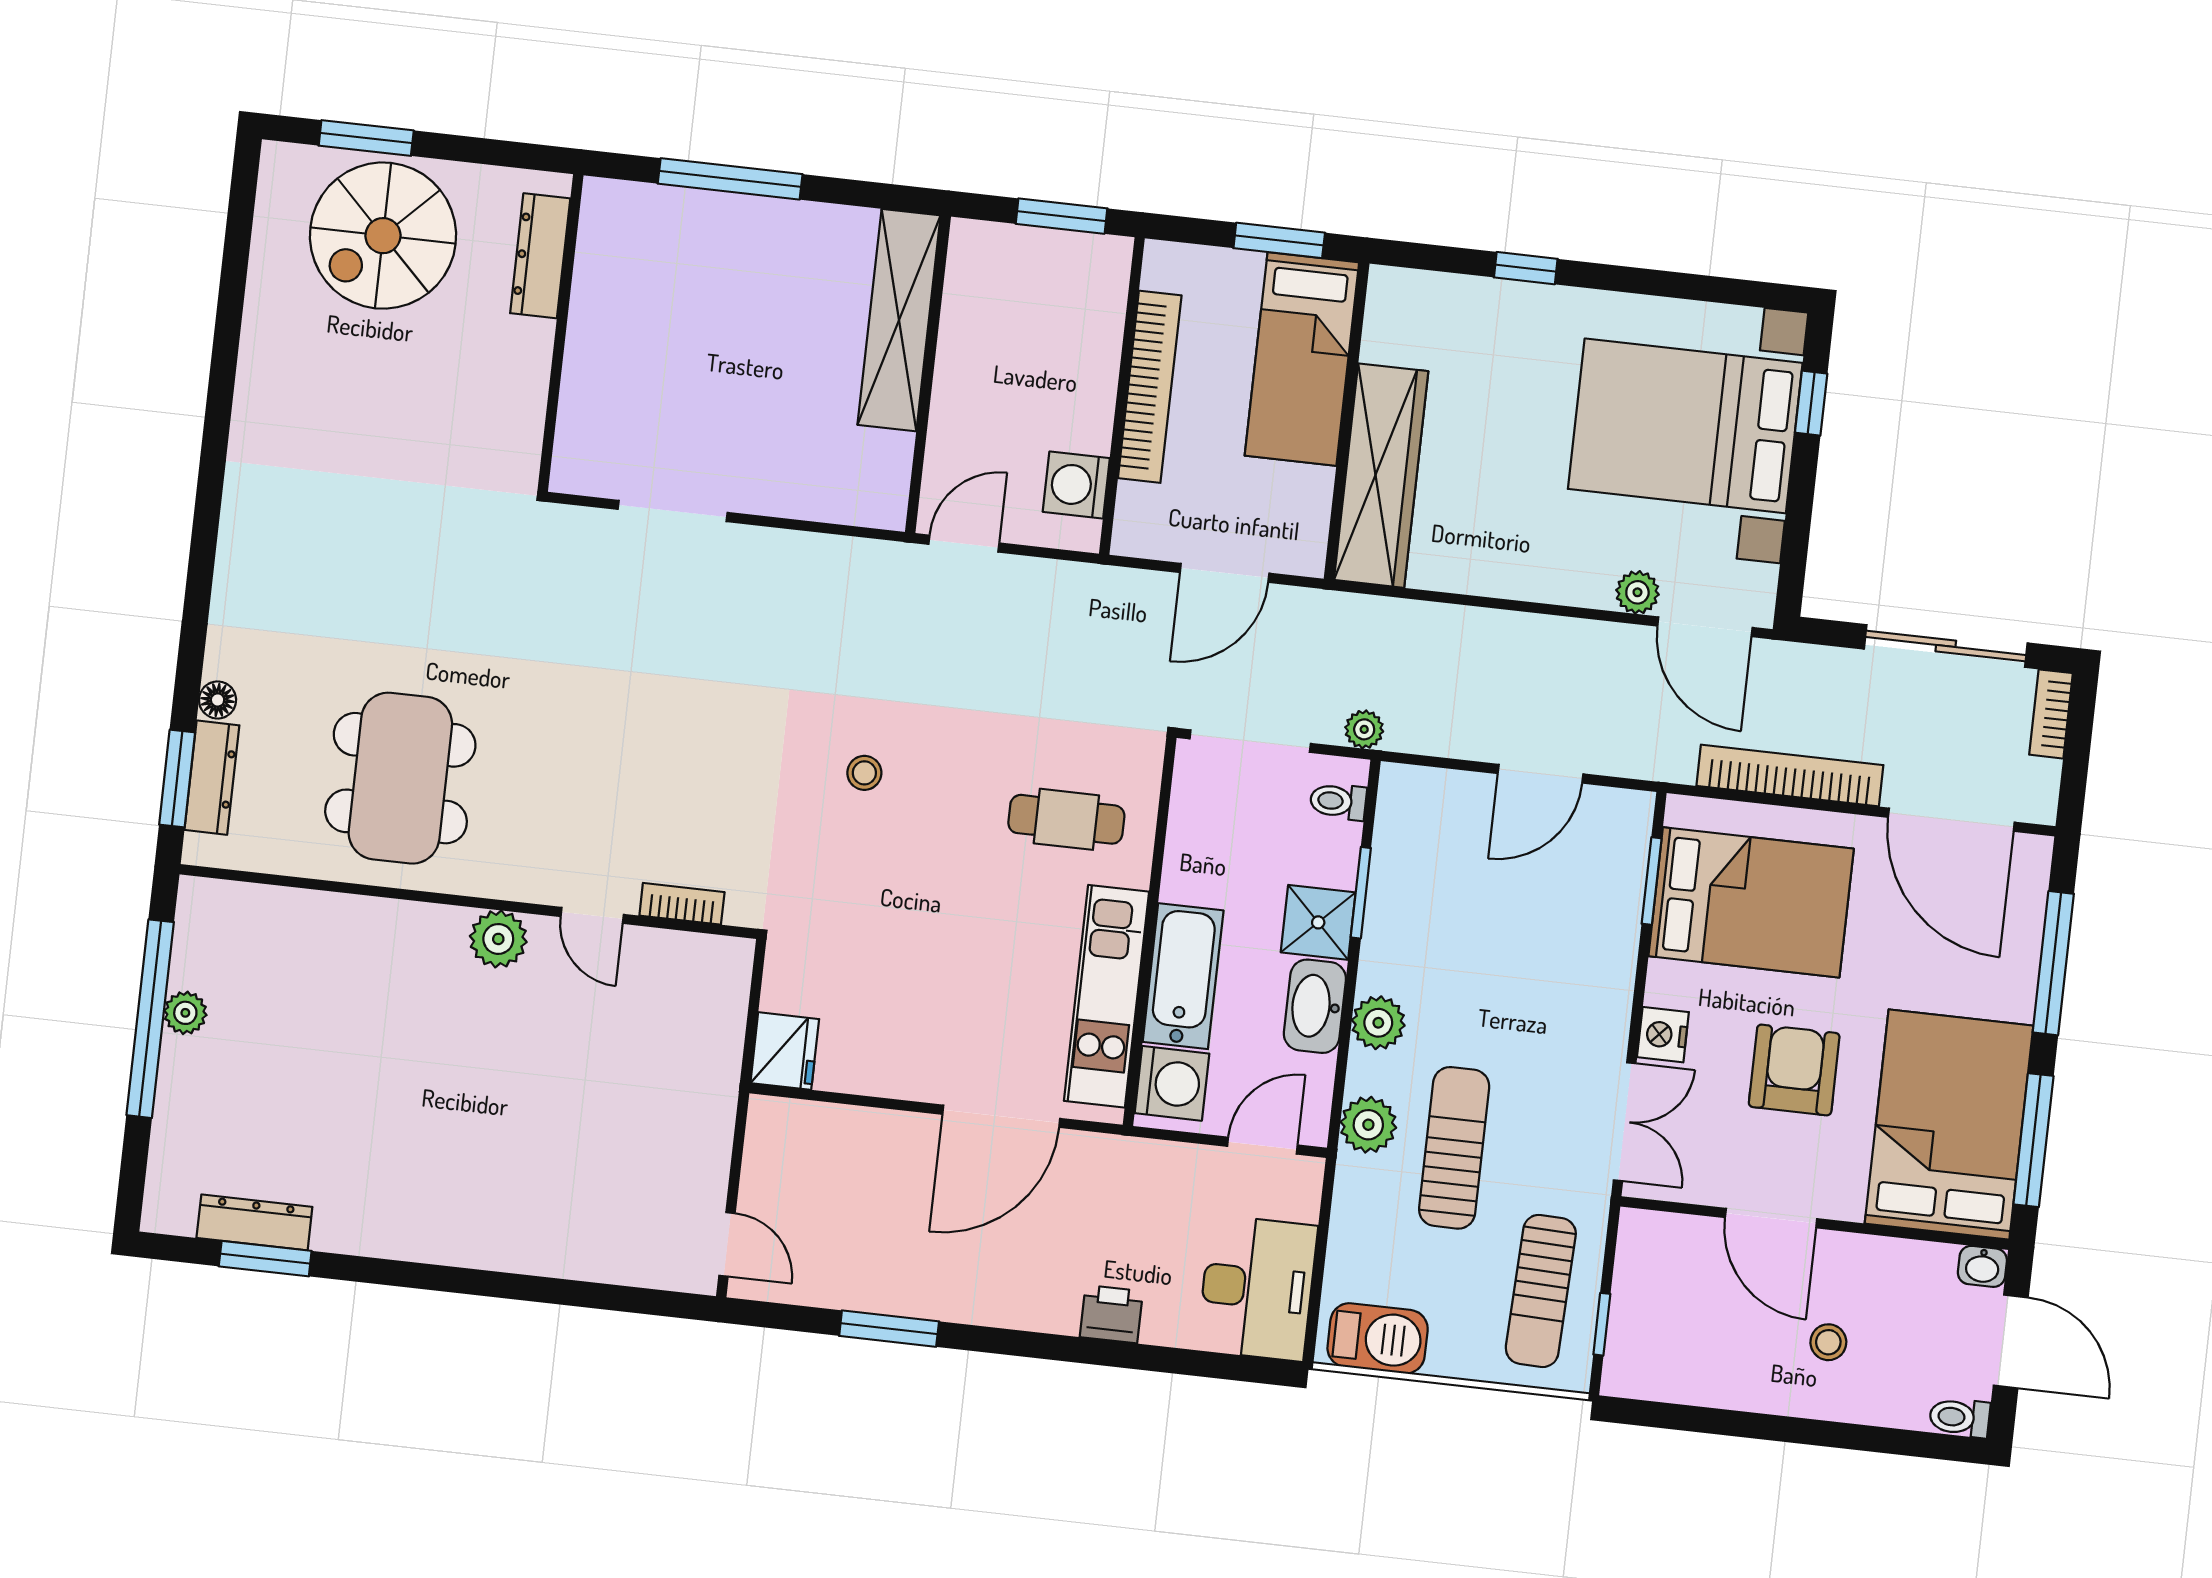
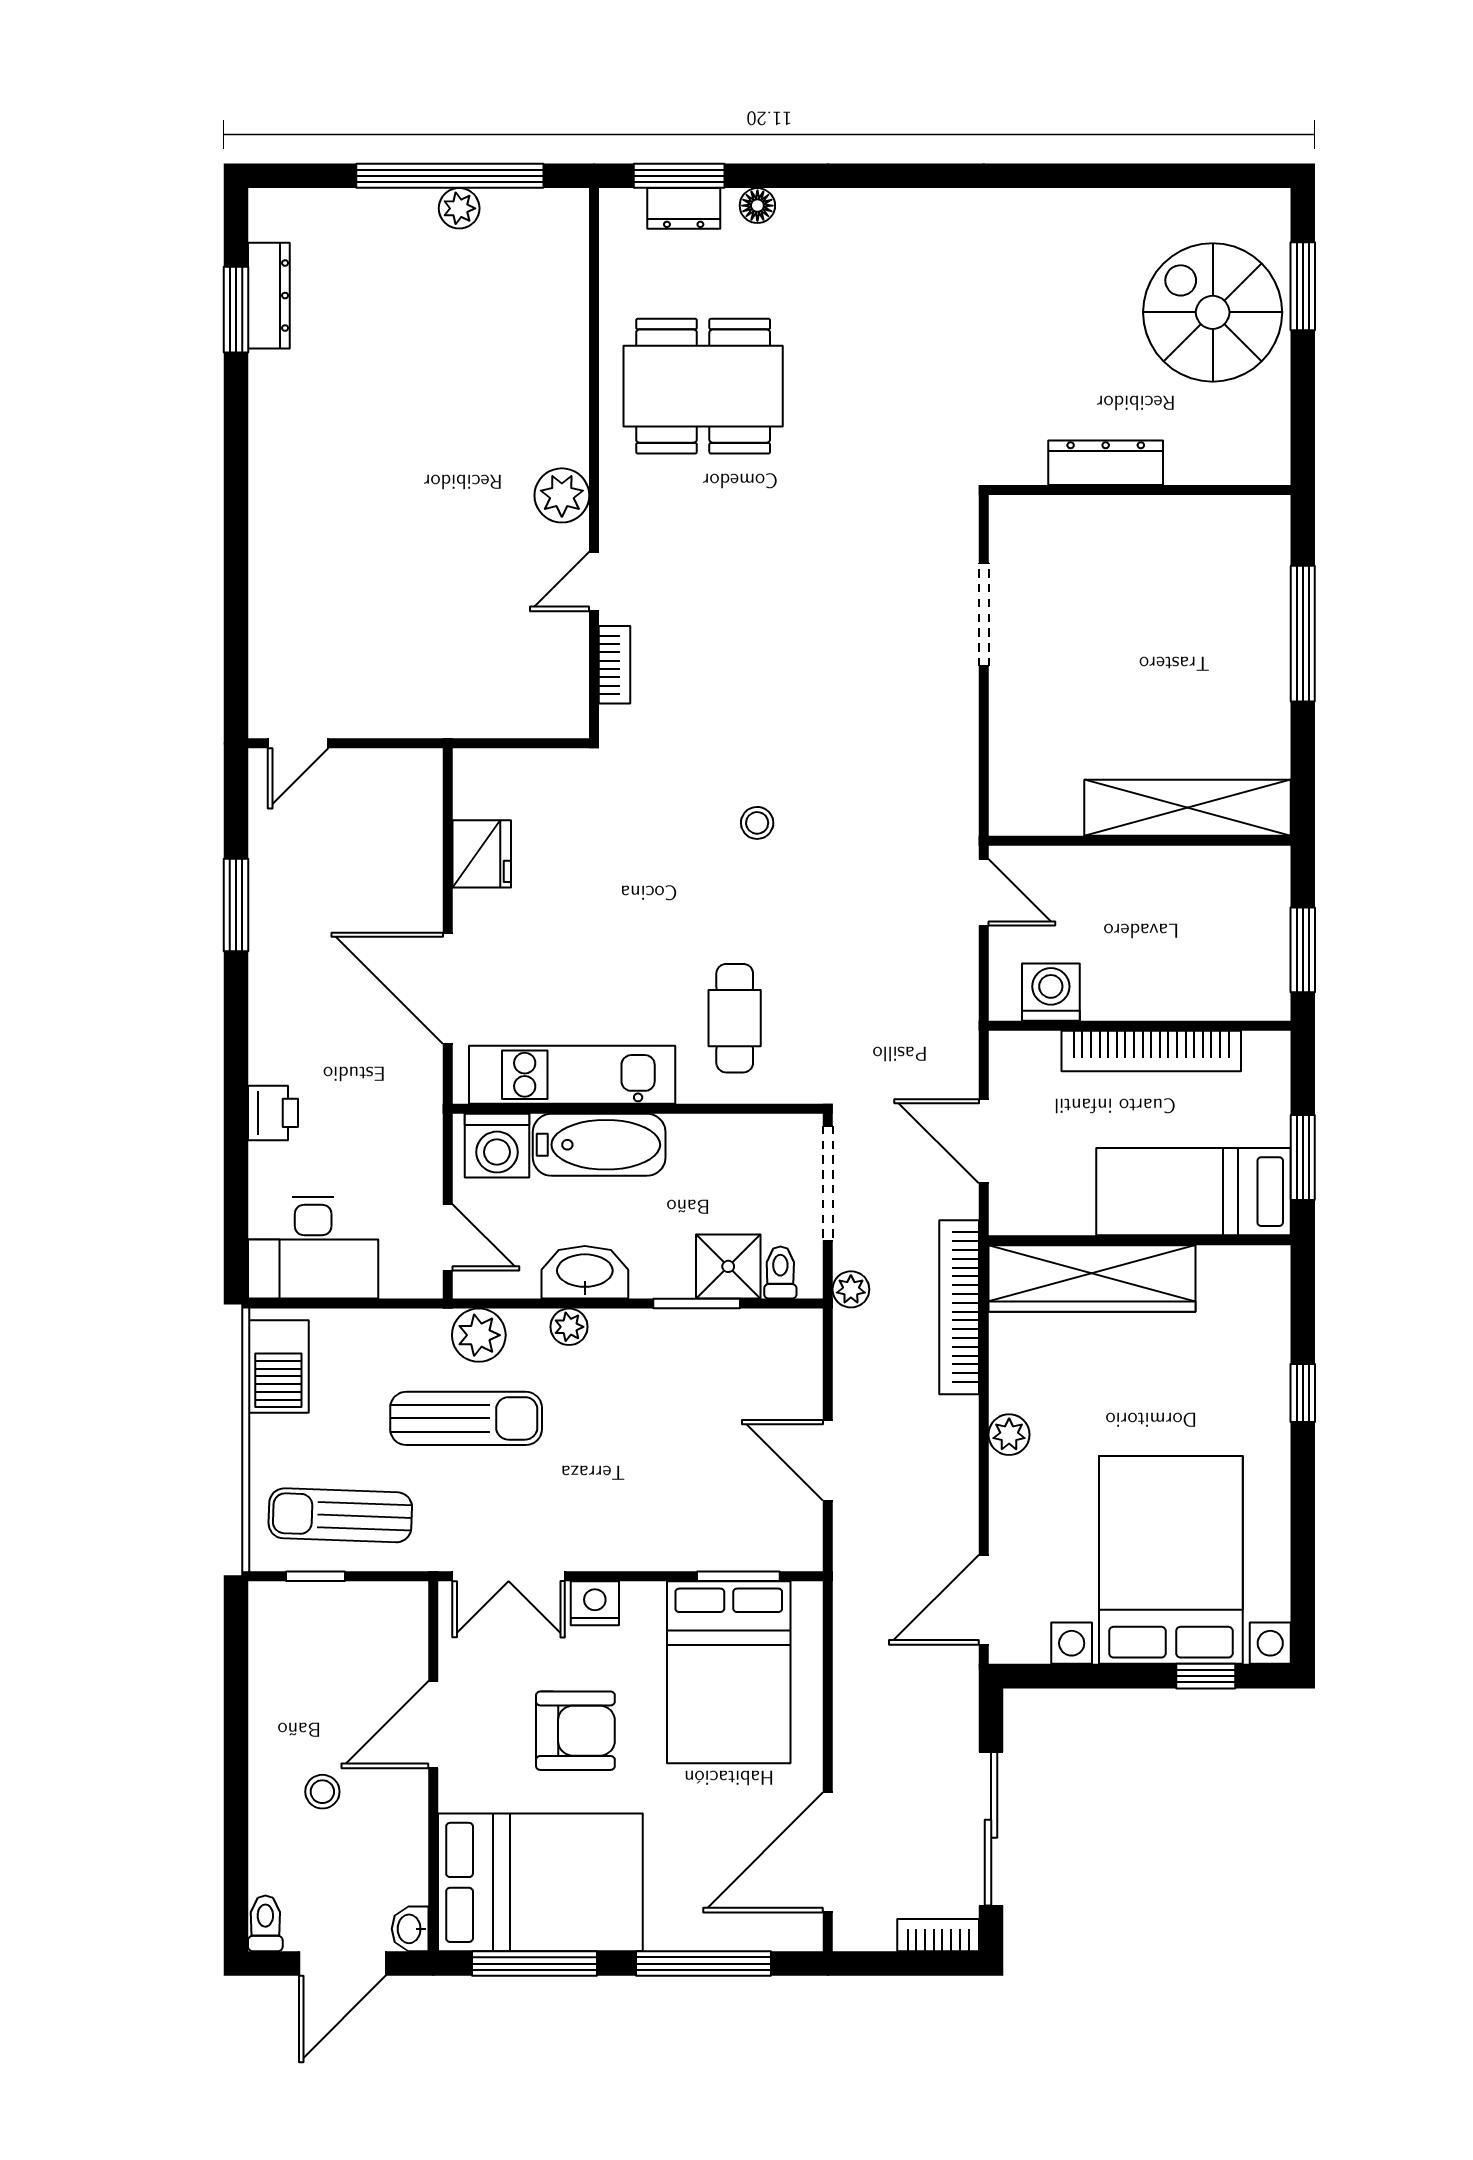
dresser: (540, 256) -> (1106, 463), moved
plant: (1637, 592) -> (1009, 1435), moved
bookcase: (1790, 776) -> (959, 1307), moved, turned 180
dresser: (212, 778) -> (684, 208), width x0.70
shower: (1318, 922) -> (728, 1266), moved
plant: (1378, 1023) -> (569, 1327), width x0.73, depth x0.73
fridge: (785, 1051) -> (482, 854), moved, turned -90

